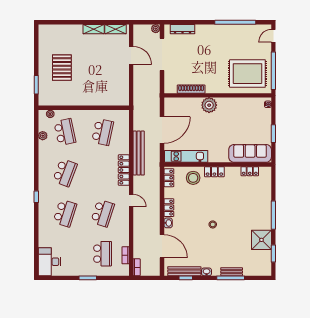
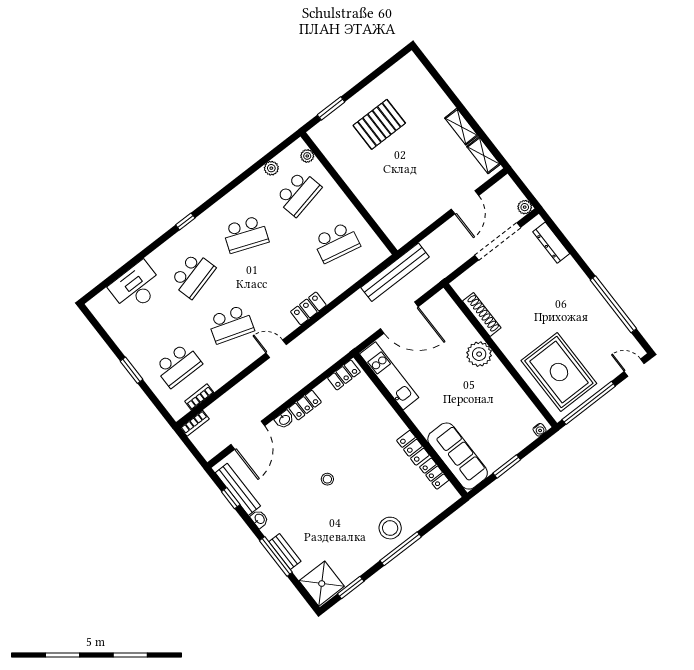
bench: (139, 153) -> (395, 272), moved
locker: (124, 170) -> (308, 308), width x0.66
locker: (214, 172) -> (413, 448), moved
stool: (193, 178) -> (390, 528), moved
door: (131, 201) -> (276, 349), swing flipped
school desk: (65, 213) -> (193, 275), turned -33
shower: (261, 240) -> (322, 584), moved
desk: (49, 262) -> (136, 287), moved

